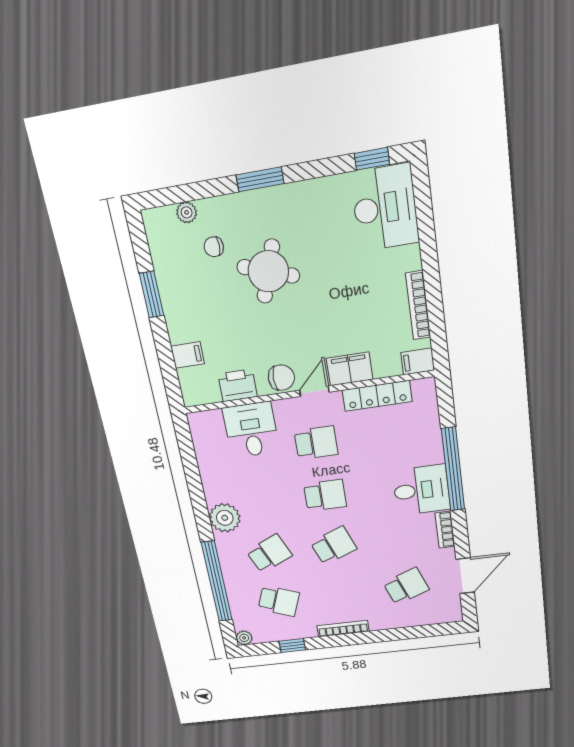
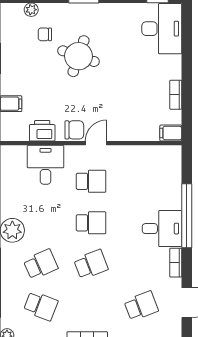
bookcase: (418, 305) -> (176, 95), width x0.64
filing cabinet: (350, 369) -> (123, 131), removed
locker: (377, 396) -> (140, 153), removed

